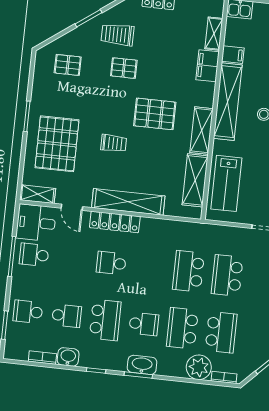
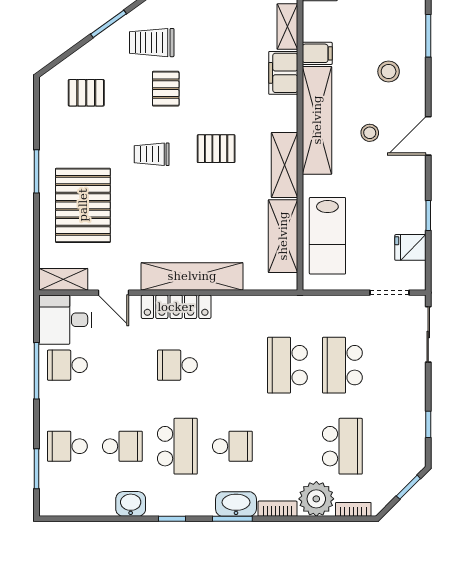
pallet: (124, 68) -> (166, 89), turned 90
pallet: (155, 114) -> (216, 149), width x0.67, depth x0.71
trolley: (114, 143) -> (152, 154), moved, turned 180
school desk: (182, 328) -> (287, 446), removed
bookcase: (42, 358) -> (278, 509), moved

